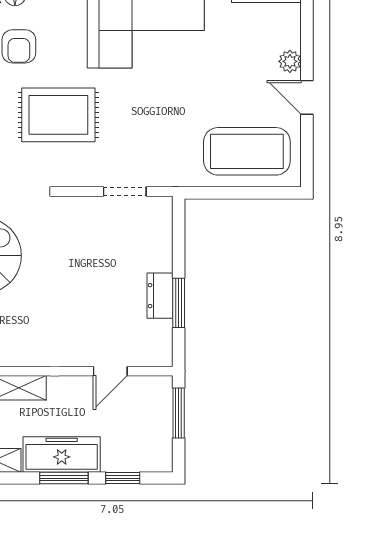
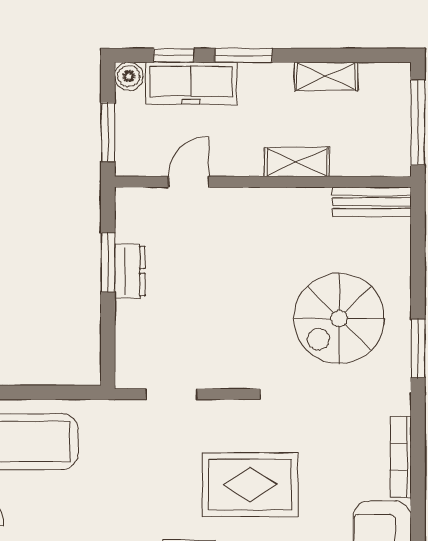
freezer: (62, 454) -> (191, 83), moved
boiler: (161, 460) -> (129, 76), added

